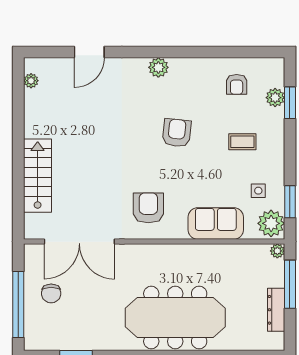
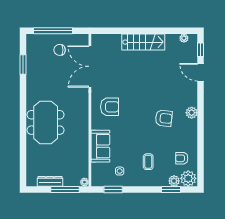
window: (51, 52) -> (201, 50), added
armchair: (177, 133) -> (164, 118), moved
stairs: (38, 176) -> (143, 42), moved
plant: (271, 223) -> (188, 178), moved
meeting table: (175, 318) -> (46, 122), width x0.73

